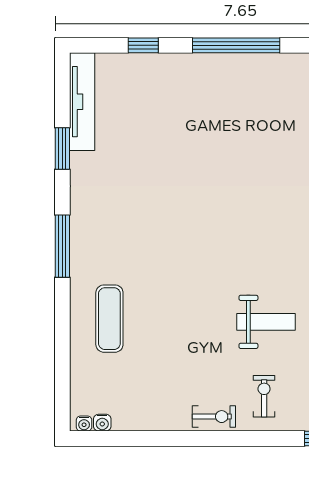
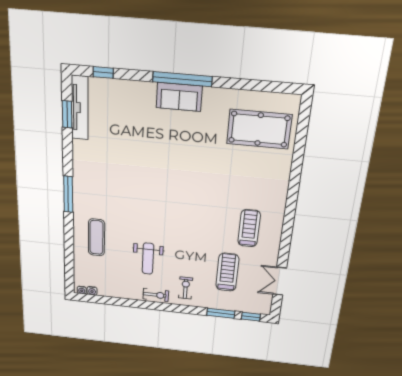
window: (143, 45) -> (103, 72), moved
sofa: (233, 72) -> (179, 97), added
window: (62, 148) -> (67, 114), moved
weight bench: (266, 322) -> (148, 259), moved, turned 90

